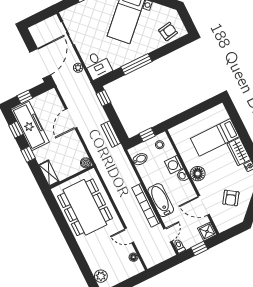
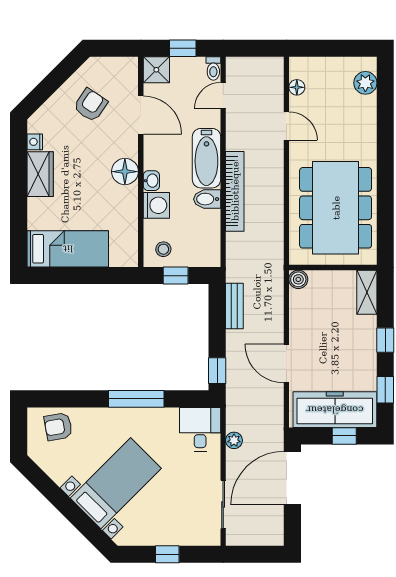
door: (71, 118) -> (286, 364), swing flipped
freezer: (30, 126) -> (335, 410), moved, turned 90
bed: (215, 137) -> (68, 249), moved
bidet: (140, 159) -> (207, 199), moved
bookcase: (146, 205) -> (235, 191), moved

